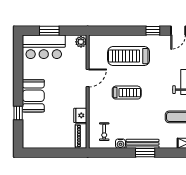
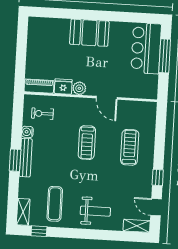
window: (49, 31) -> (165, 56), width x1.44
plant: (81, 42) -> (79, 88), moved
treadmill: (129, 56) -> (130, 147), width x0.73, depth x0.73
window: (18, 113) -> (70, 14), removed

